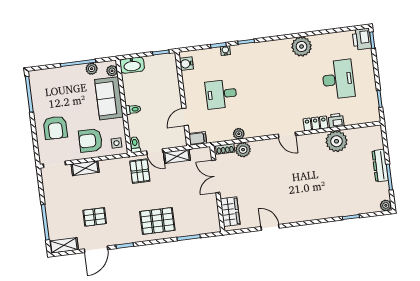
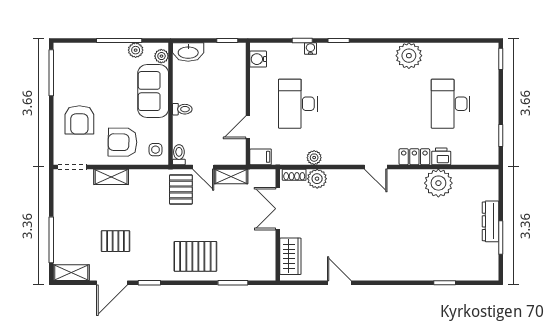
printer: (362, 39) -> (488, 56), removed
desk: (338, 79) -> (451, 104), turned 180
desk: (221, 94) -> (298, 104), width x1.37
plant: (386, 205) -> (491, 273), removed

